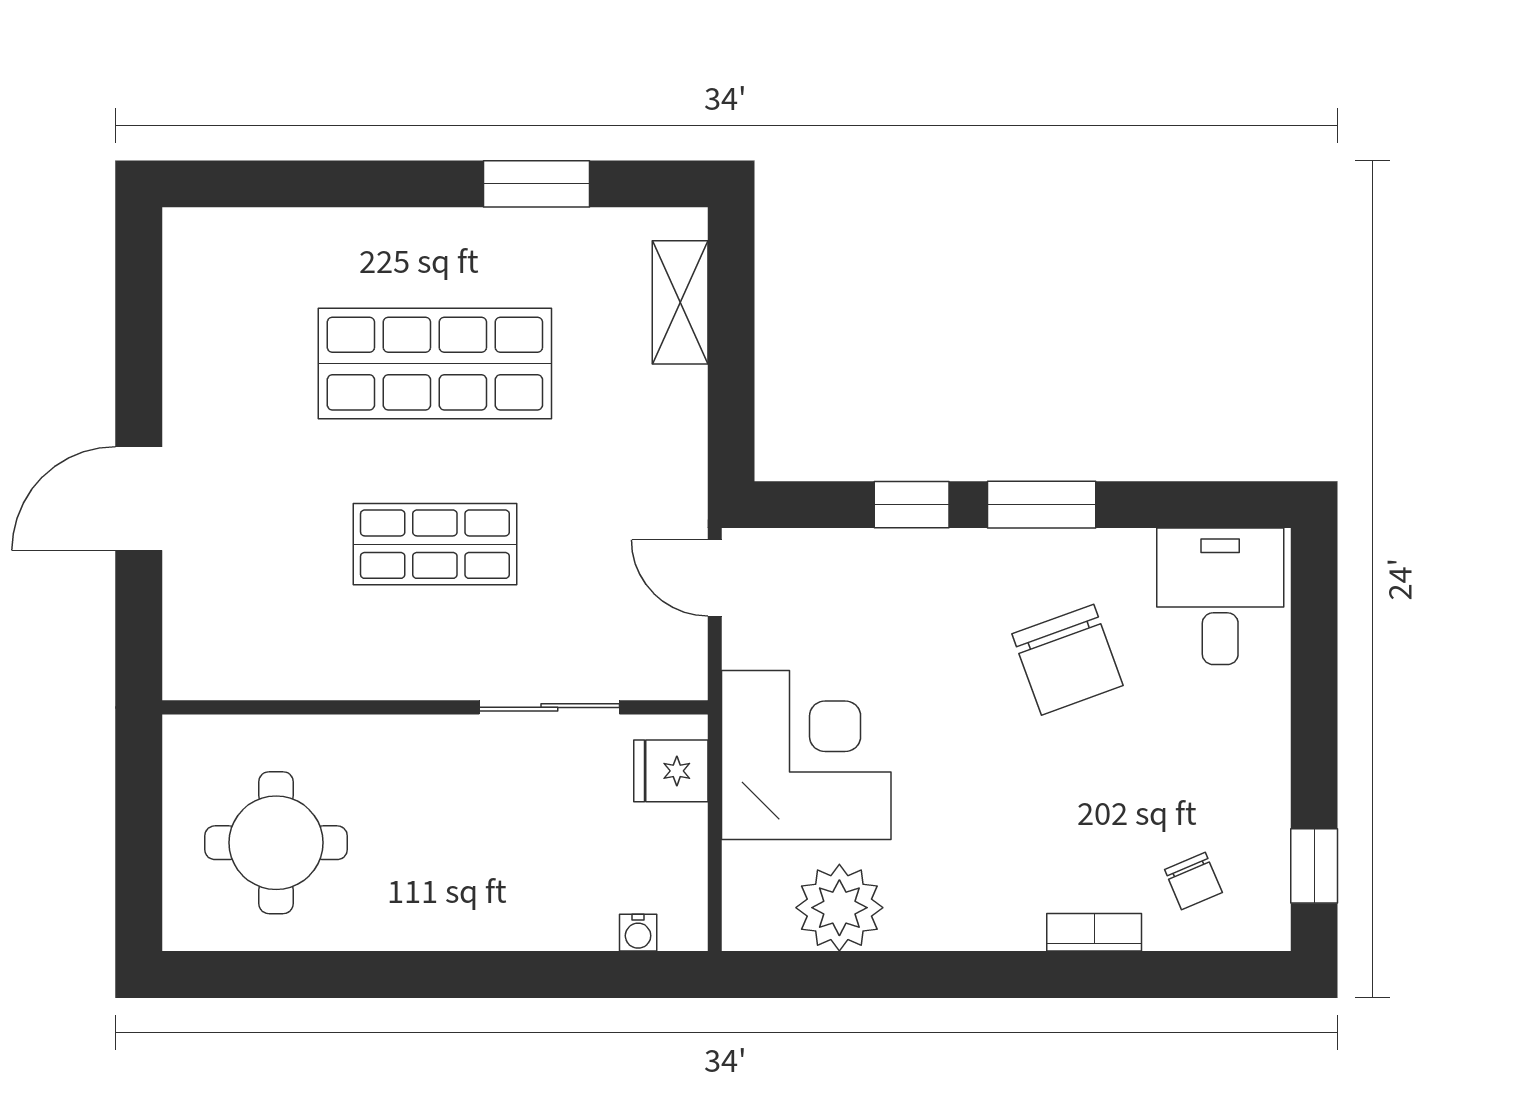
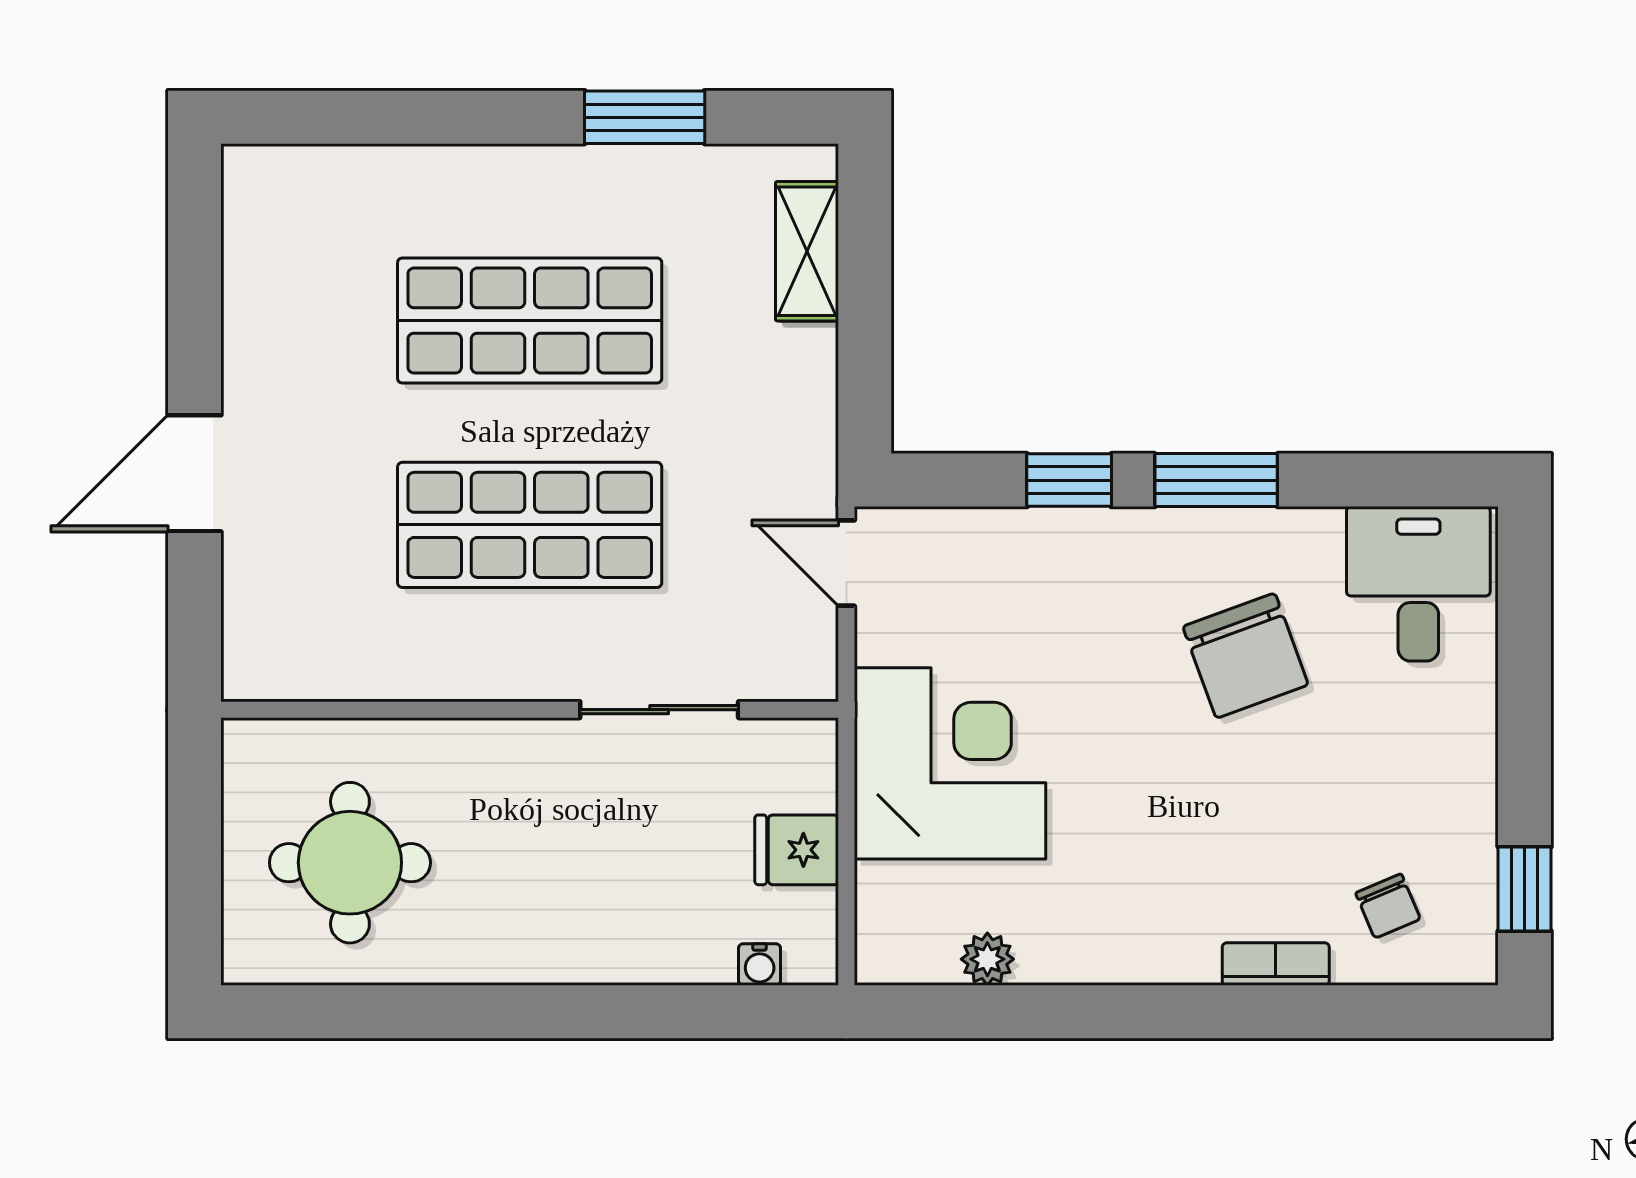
shop shelf: (435, 544) -> (530, 525), width x1.43, depth x1.36
fridge: (671, 771) -> (797, 850), moved
plant: (839, 908) -> (987, 959), width x0.53, depth x0.53

